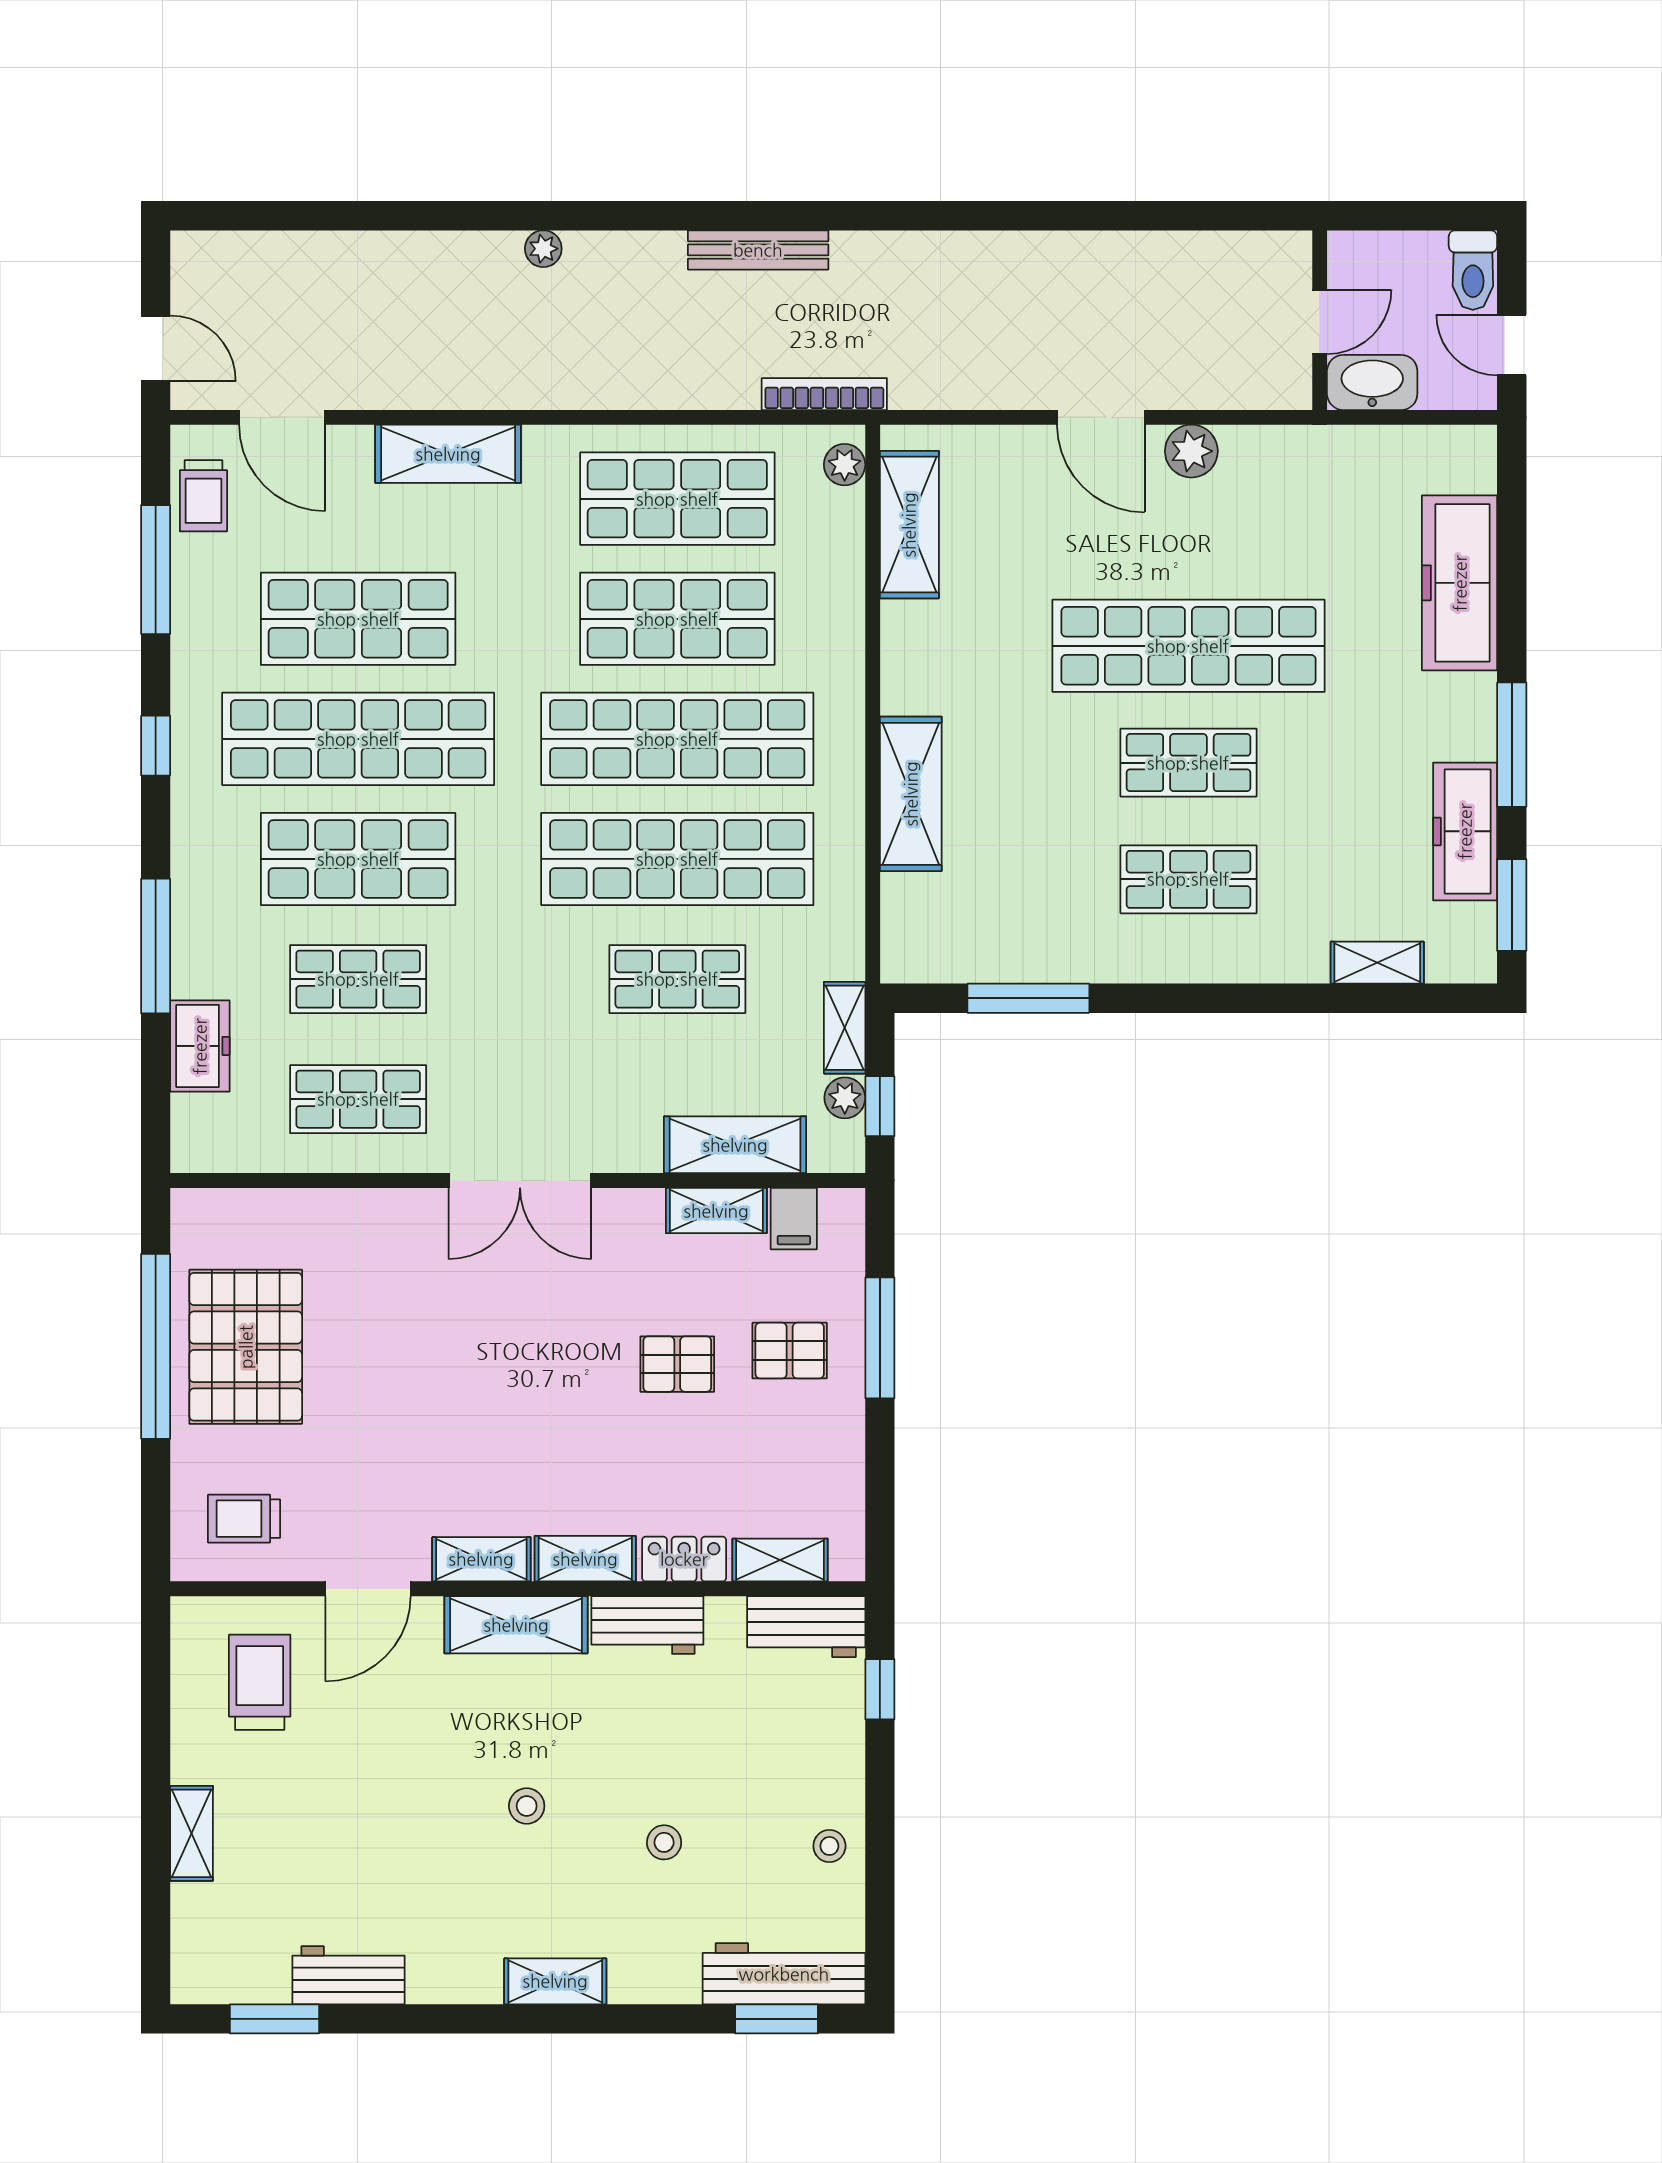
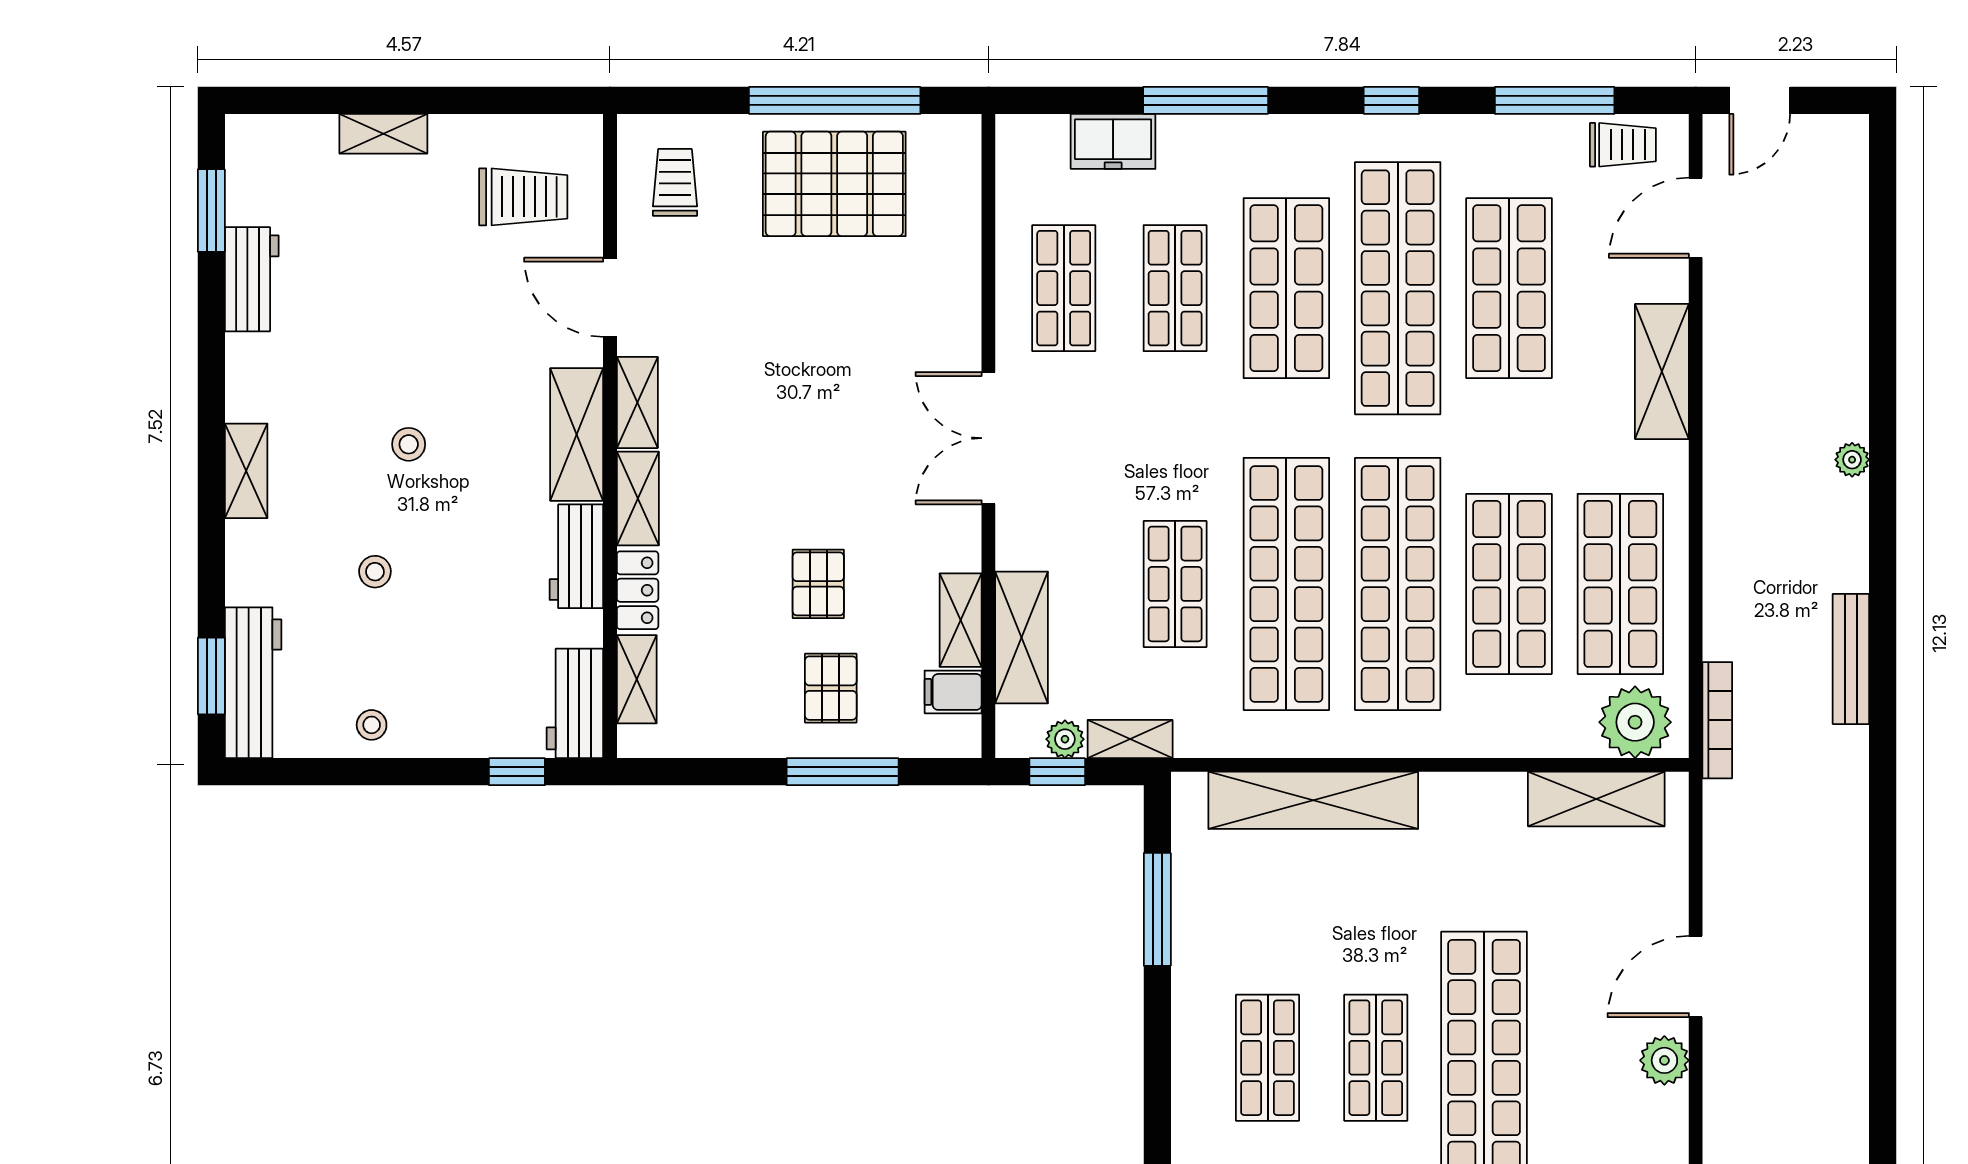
plant: (845, 465) -> (1635, 722), width x1.87, depth x1.87
trolley: (203, 496) -> (1623, 145), turned 180
shelving: (911, 794) -> (1313, 800), width x1.47

